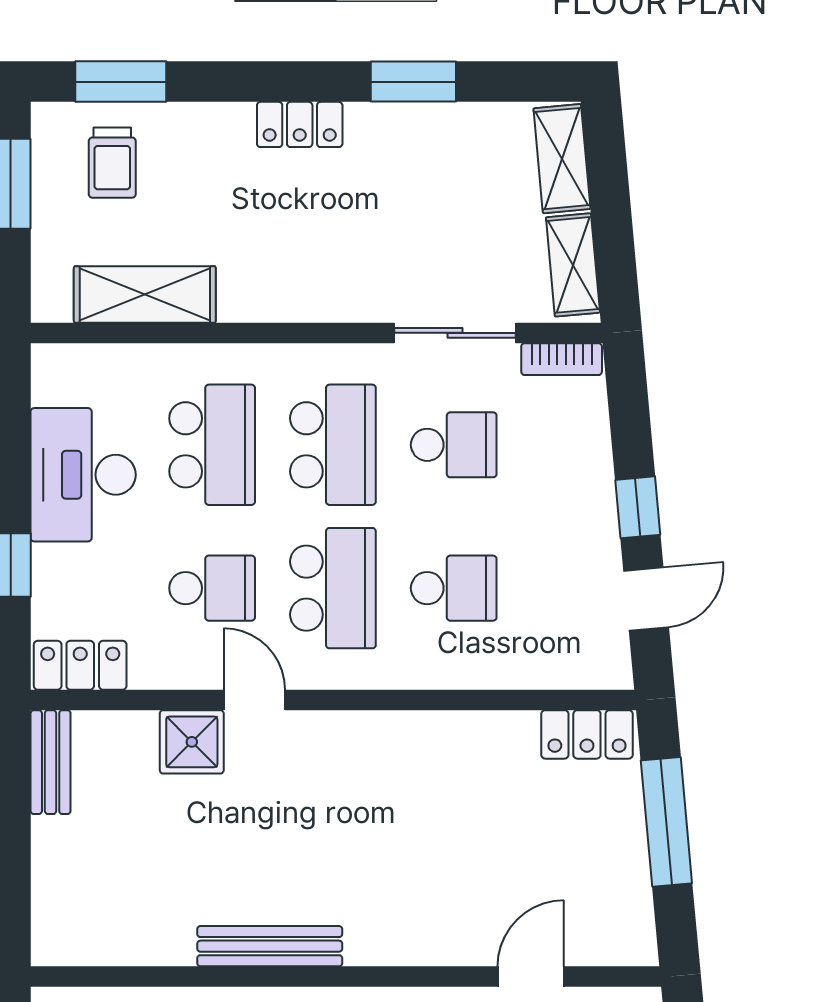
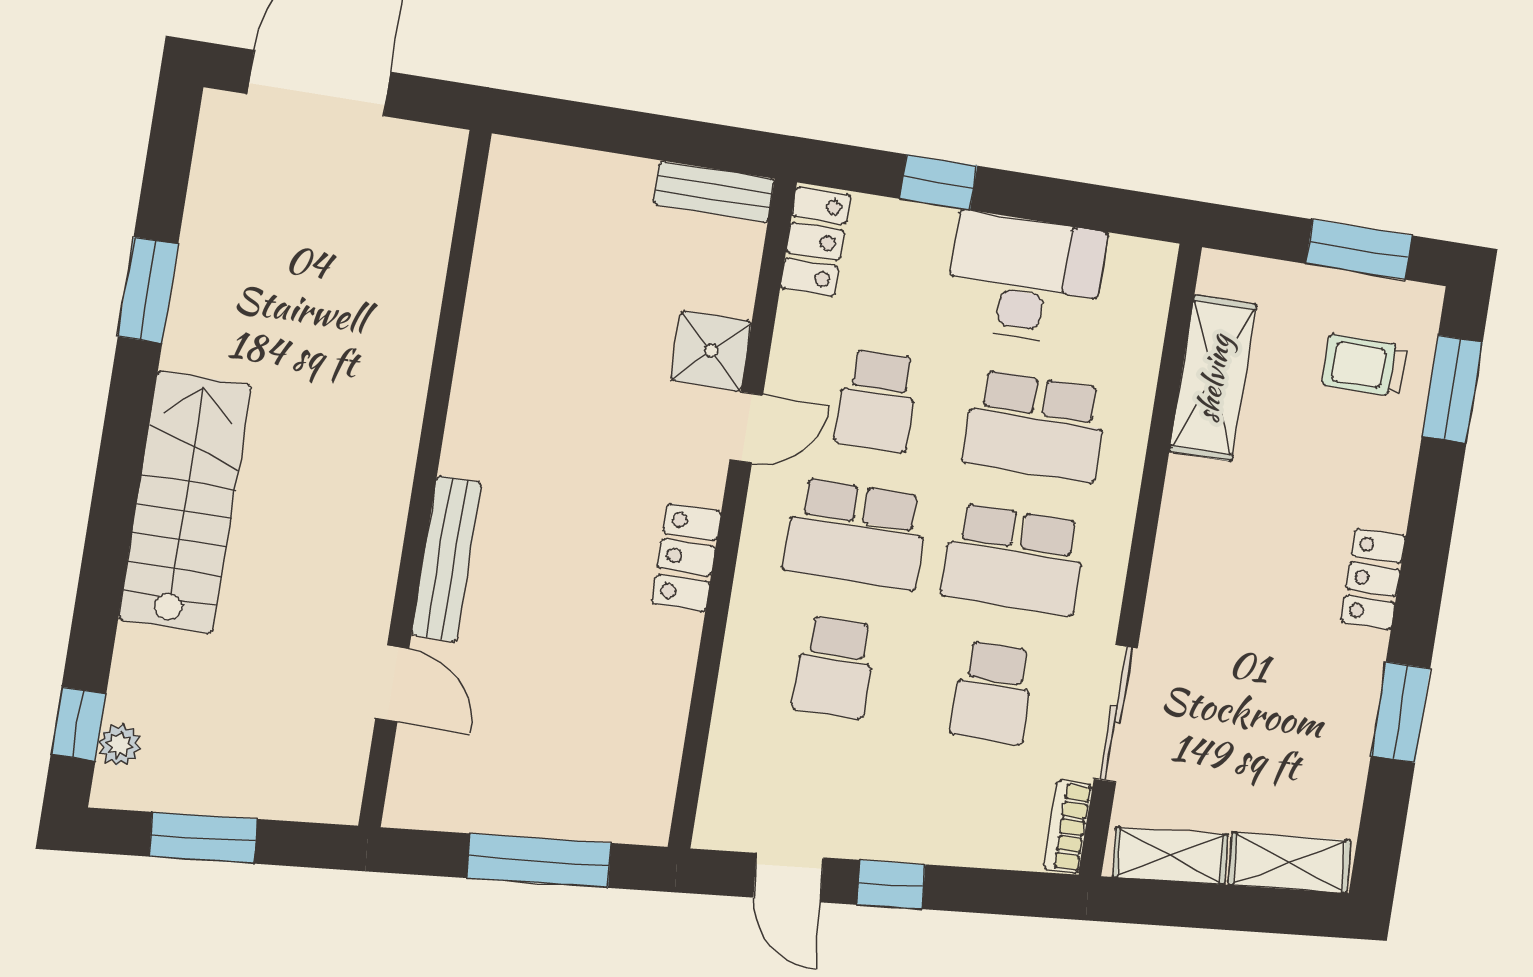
locker: (587, 734) -> (686, 557), moved
bench: (270, 946) -> (447, 559), moved

